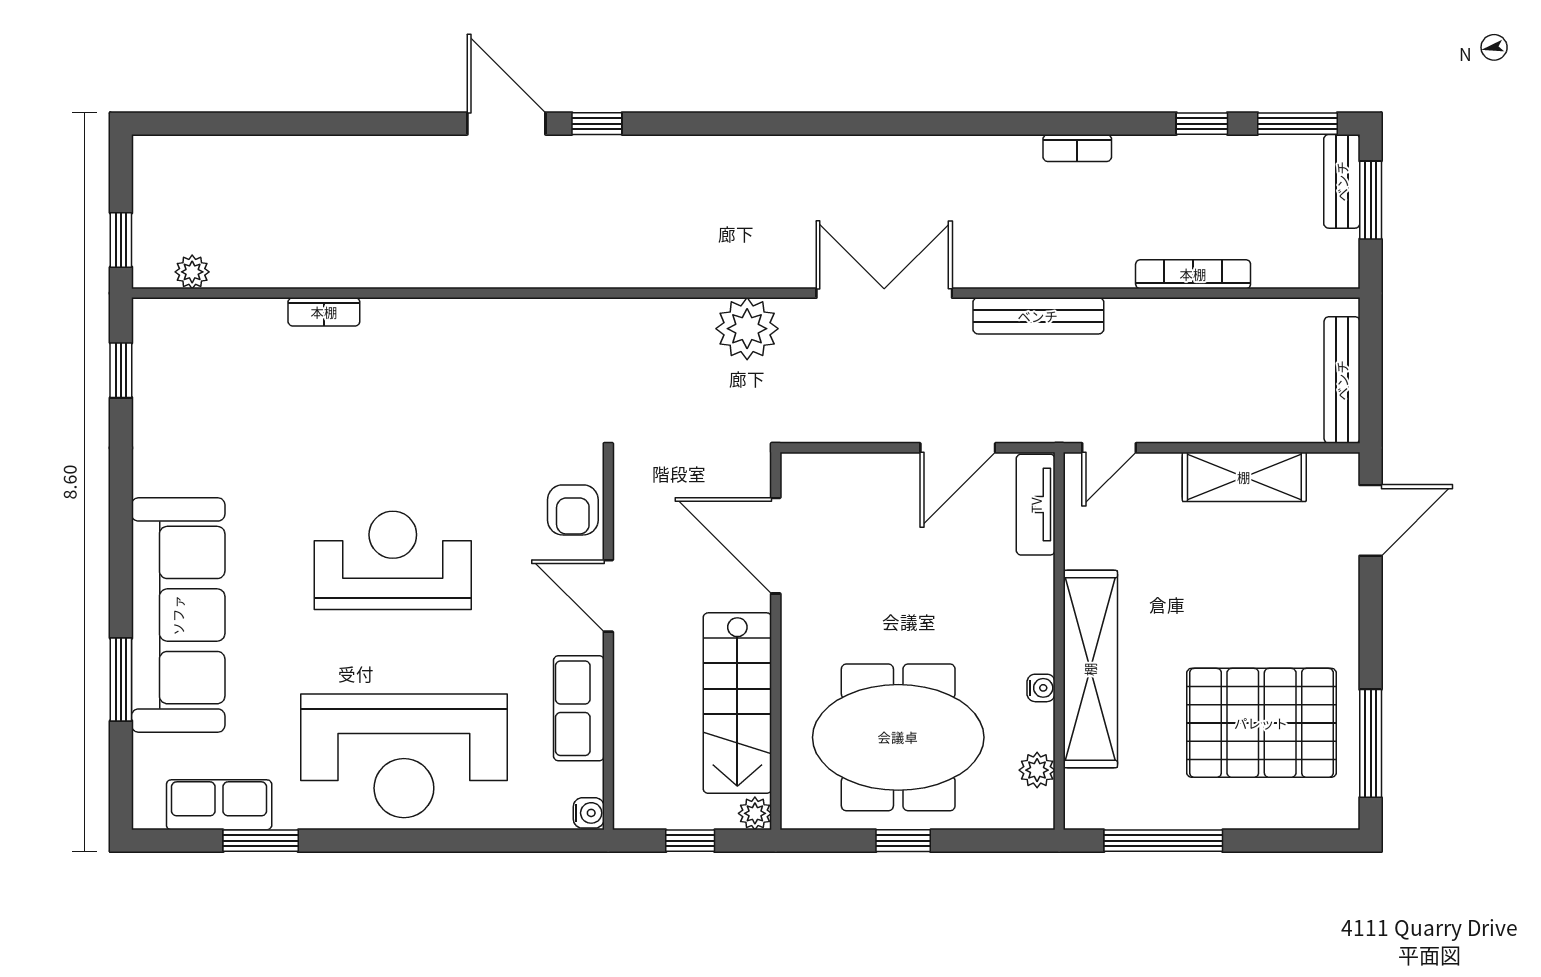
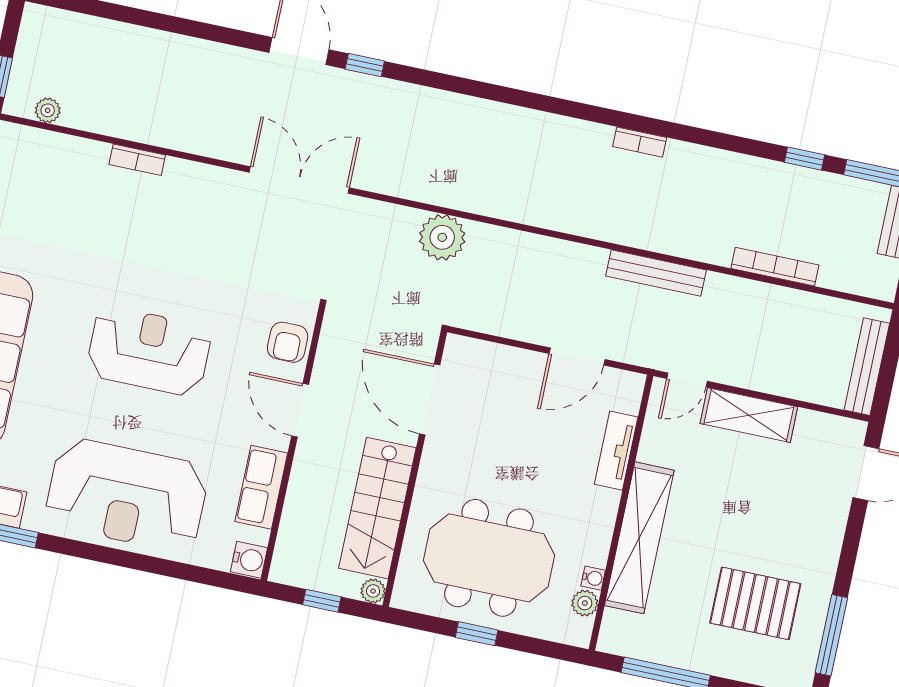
bookcase: (1077, 148) -> (640, 142), moved
double door: (884, 293) -> (299, 180), moved
shelving: (1244, 477) -> (749, 415), moved
tv unit: (1036, 505) -> (616, 451), moved
water cooler: (1041, 688) -> (593, 578), moved
pallet: (1261, 723) -> (755, 603), width x0.73, depth x0.71
water cooler: (589, 813) -> (249, 560), width x1.38, depth x1.38

